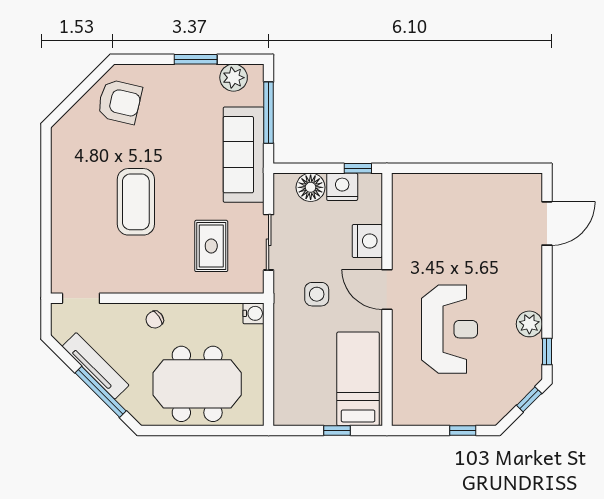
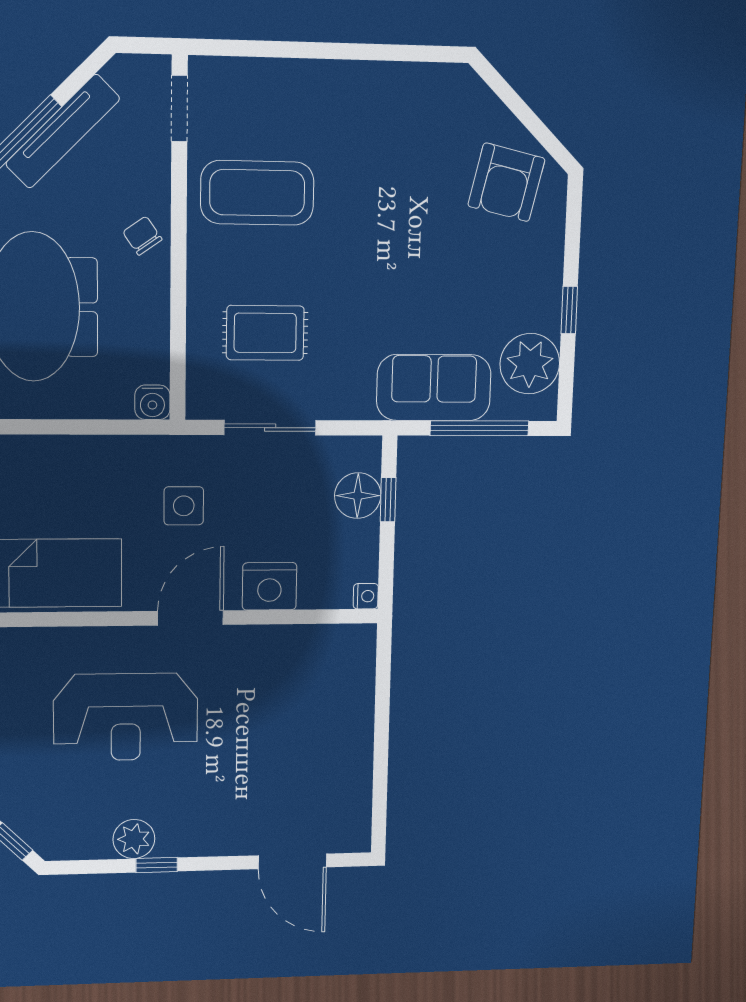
window: (196, 59) -> (569, 310), width x0.67
plant: (234, 78) -> (530, 364), width x1.36, depth x1.36
sofa: (244, 155) -> (434, 388), width x0.73
window: (358, 168) -> (388, 500), moved
nightstand: (342, 187) -> (366, 596), moved, width x0.53, depth x0.56
coffee table: (136, 202) -> (257, 193), moved
window: (547, 352) -> (157, 865), moved

